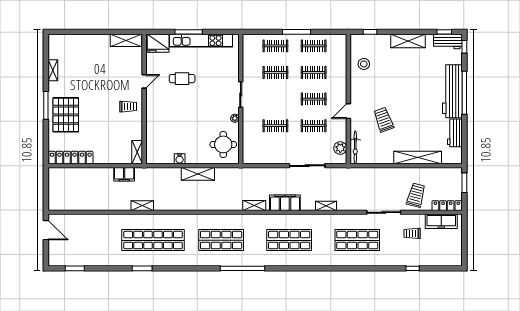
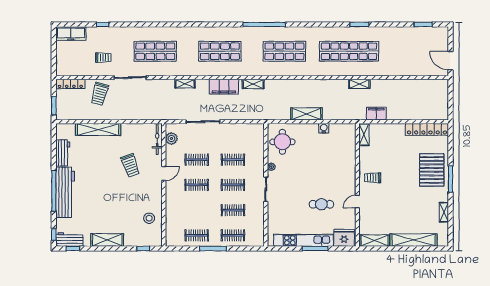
shelving: (85, 41) -> (414, 240), added
clothes rail: (314, 72) -> (233, 185), moved
freezer: (441, 221) -> (71, 34), moved, turned 180

